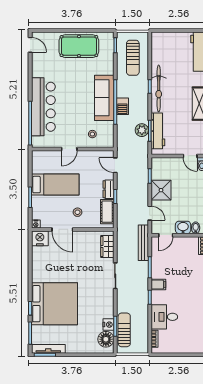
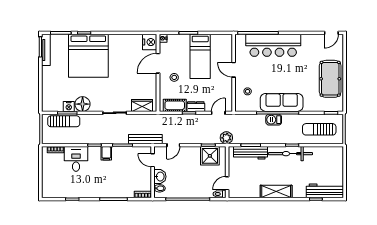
plant: (142, 130) -> (226, 138), moved
shower: (161, 190) -> (210, 156), moved
floor lamp: (106, 339) -> (83, 104), moved

